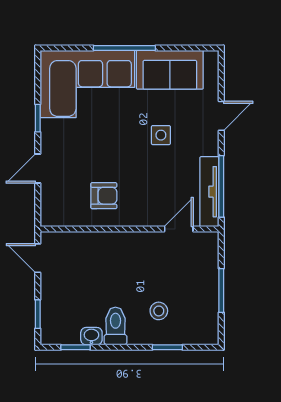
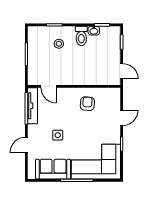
armchair: (104, 196) -> (87, 104), turned 94
door: (179, 229) -> (48, 86), hinge flipped

